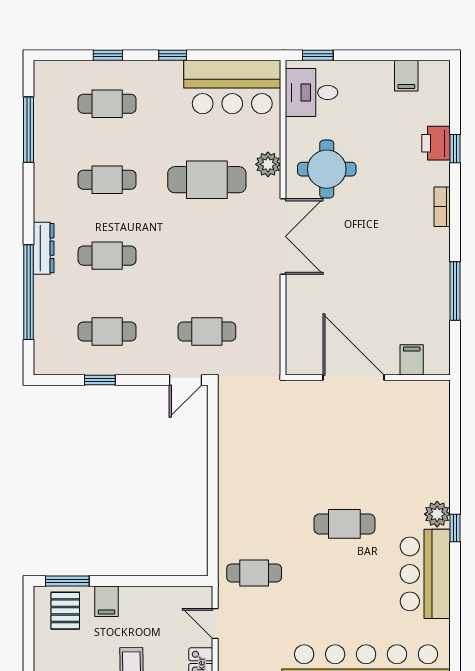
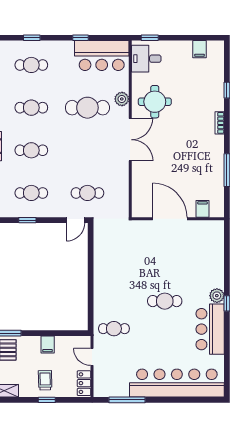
window: (173, 55) -> (80, 38), moved
printer: (436, 143) -> (216, 87), removed
filing cabinet: (107, 601) -> (48, 345), moved

